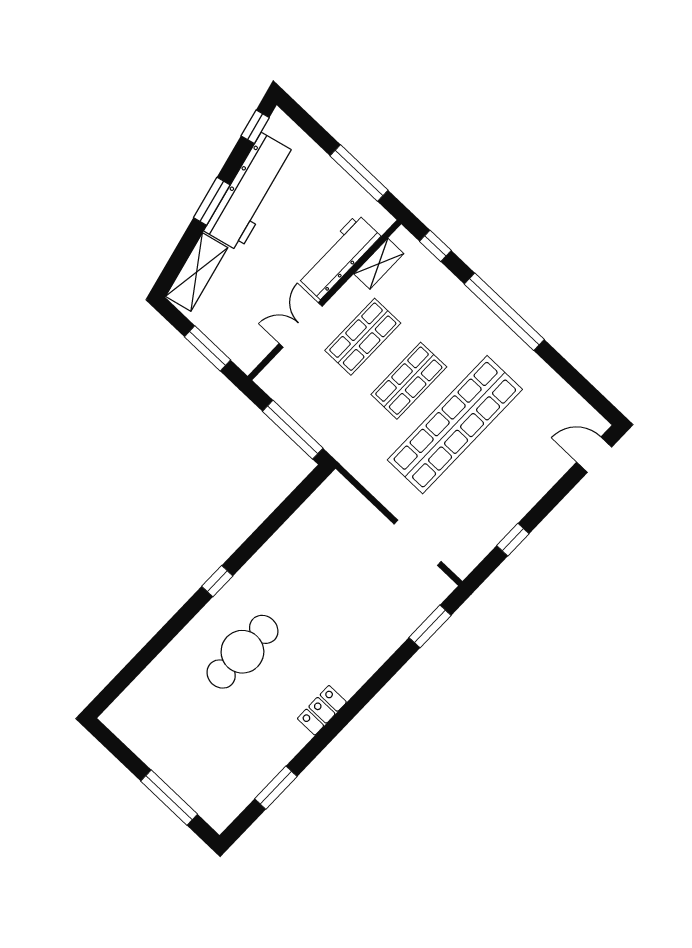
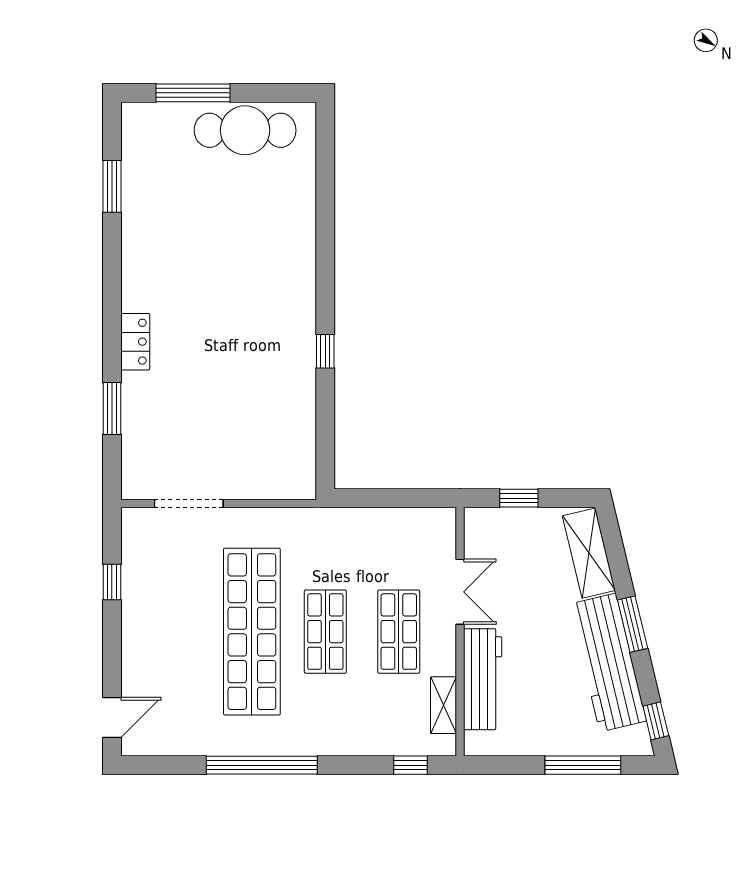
window: (359, 173) -> (583, 765), moved
window: (504, 312) -> (262, 765), moved
window: (208, 348) -> (519, 498), width x0.67
window: (293, 430) -> (383, 498), removed
window: (217, 581) -> (325, 351), moved
window: (430, 626) -> (112, 408), moved
cafe table: (242, 652) -> (245, 130), moved, turned 90
locker: (322, 710) -> (135, 342), moved

